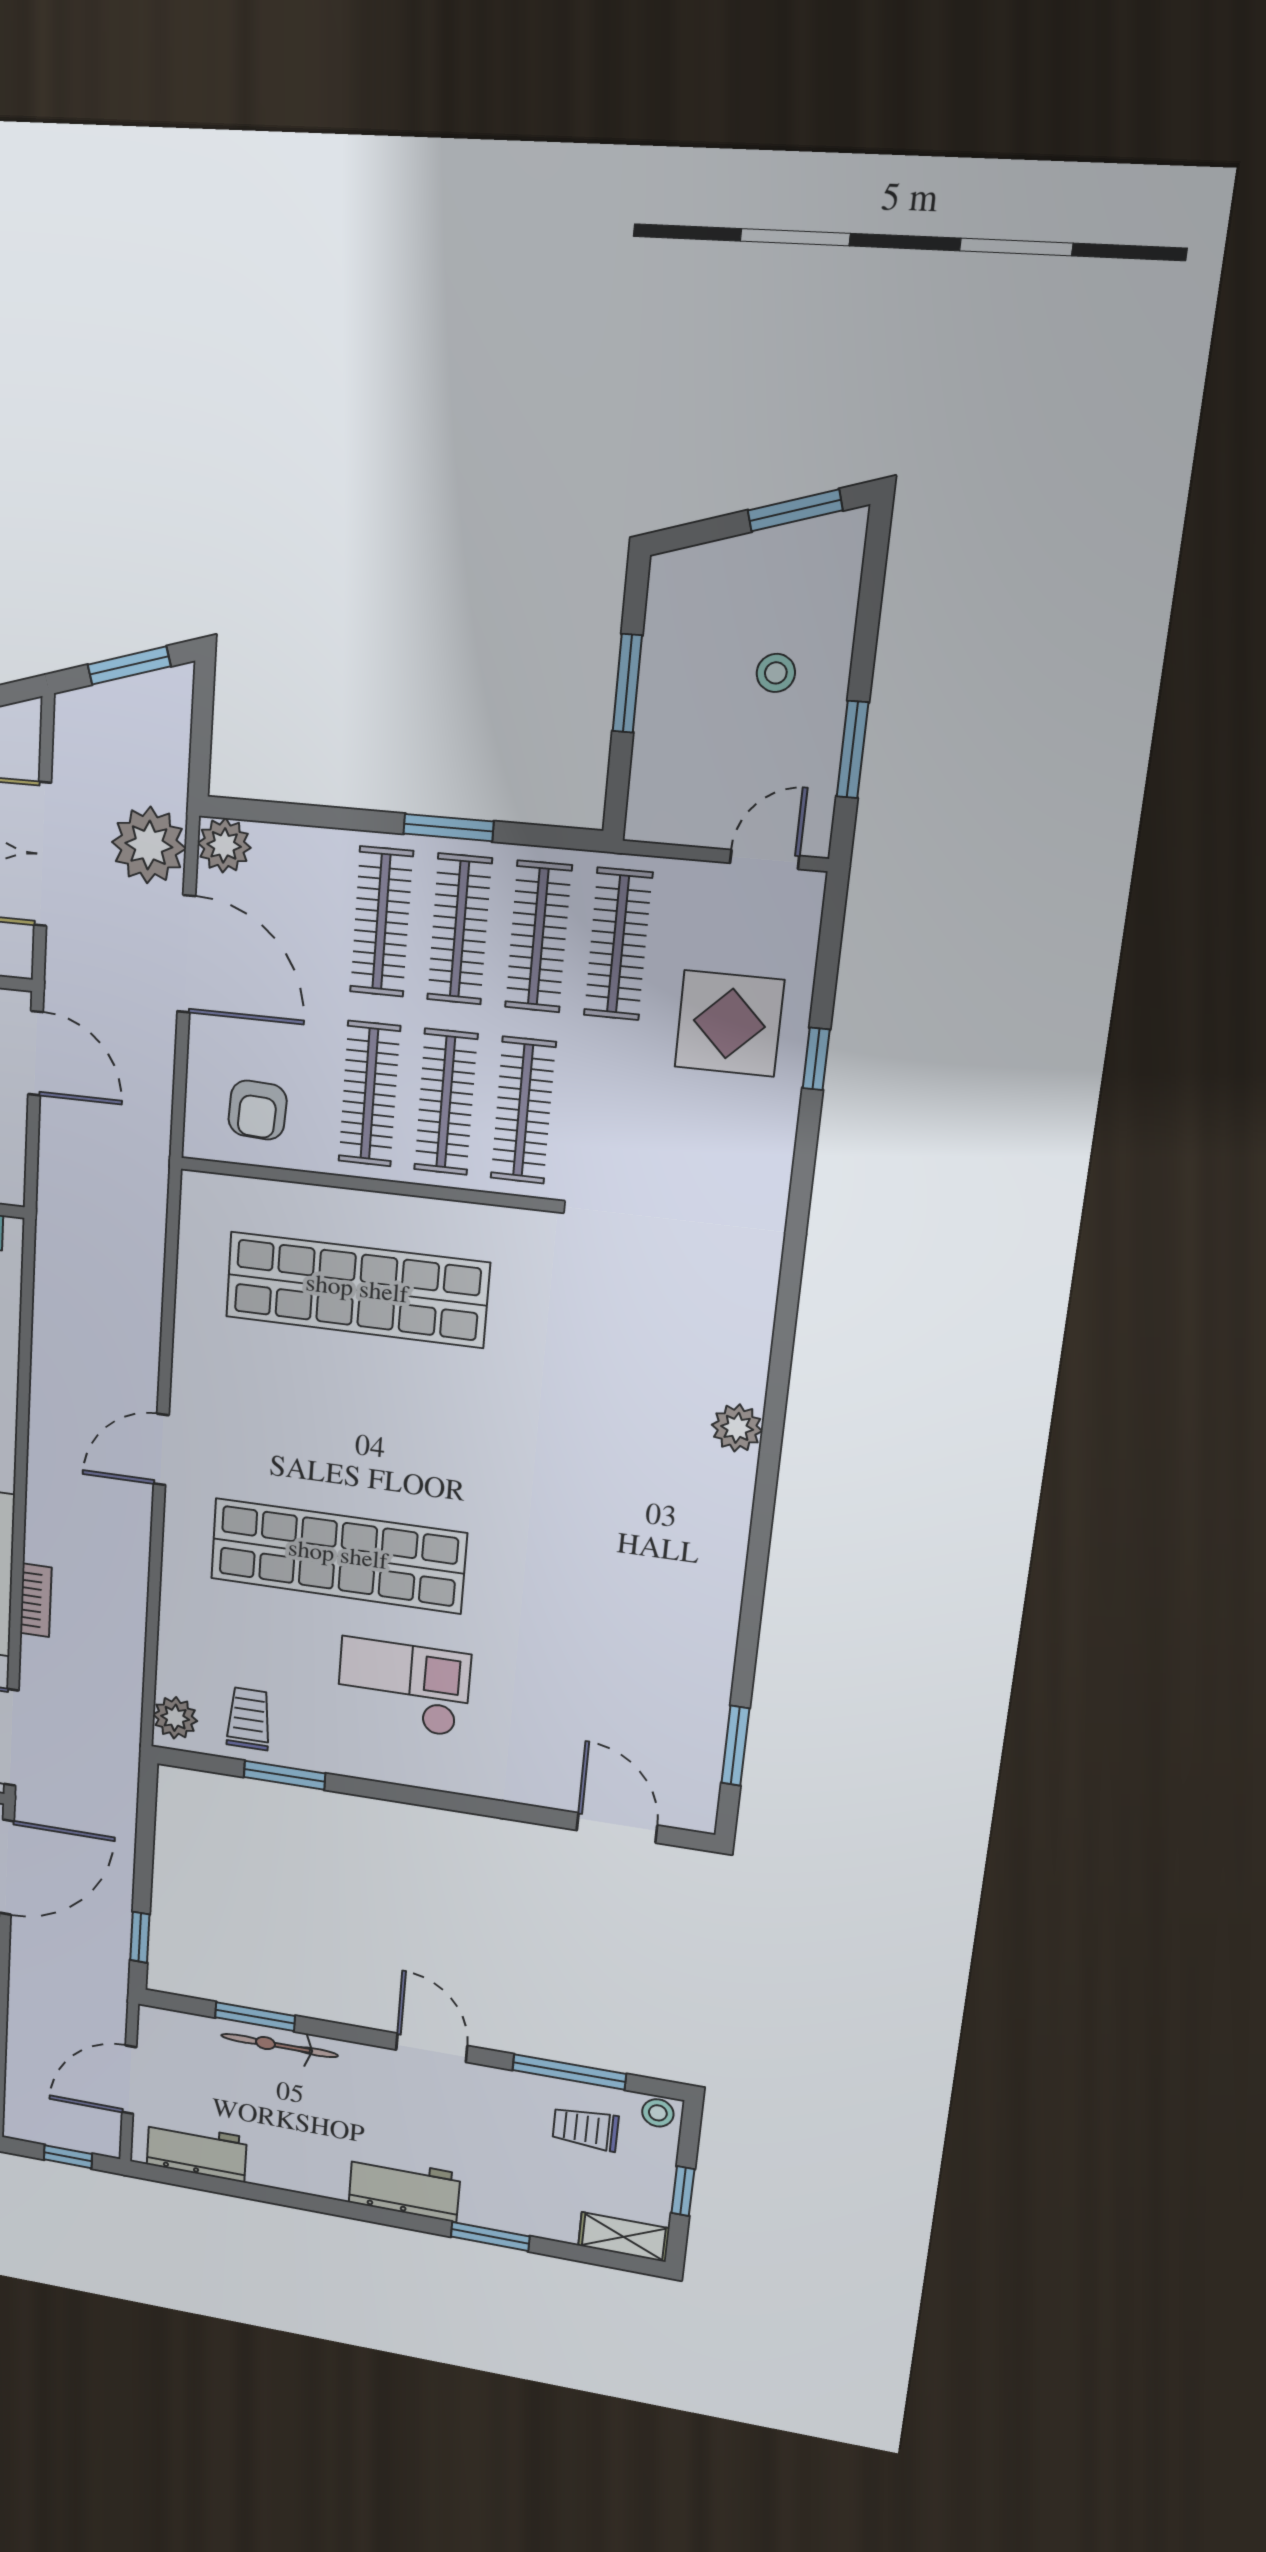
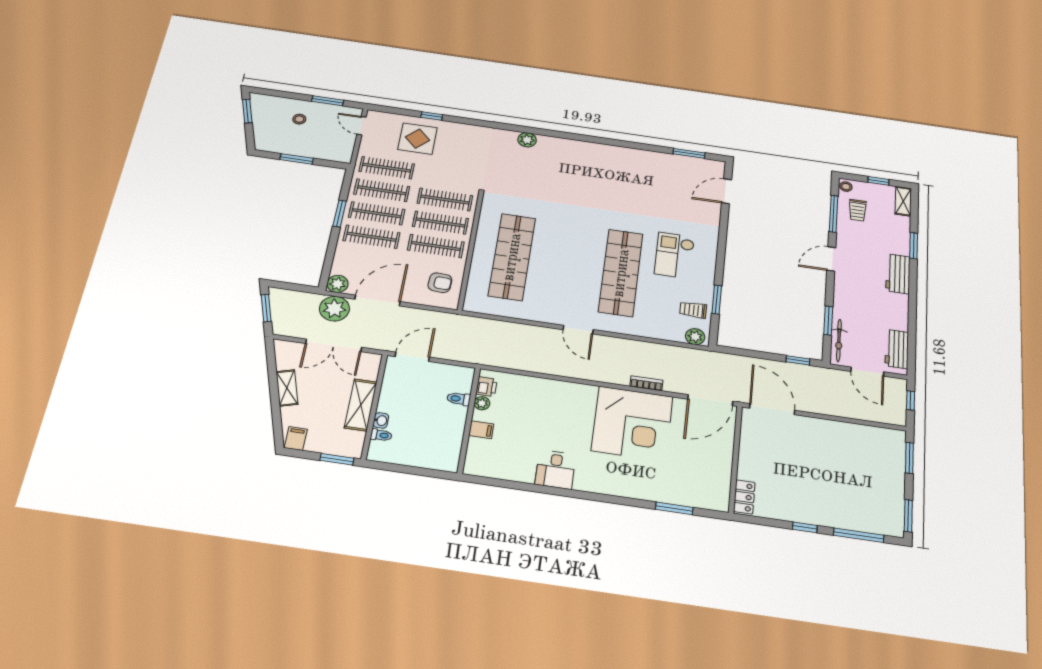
plant: (737, 1428) -> (527, 140), moved
bicycle: (279, 2046) -> (839, 340), moved

